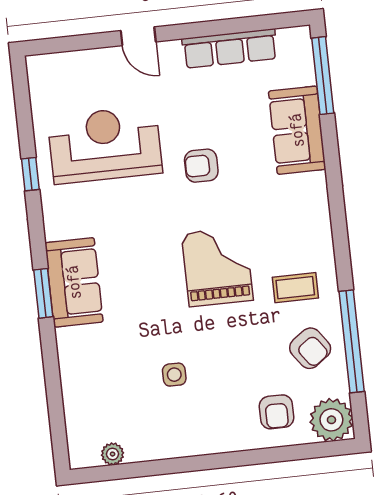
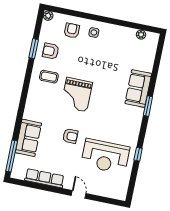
sofa: (74, 282) -> (138, 89), moved
window: (352, 341) -> (34, 49), width x0.47
armchair: (310, 348) -> (51, 51), turned -54
side table: (174, 375) -> (94, 32), moved
plant: (331, 420) -> (48, 16), width x0.53, depth x0.53

